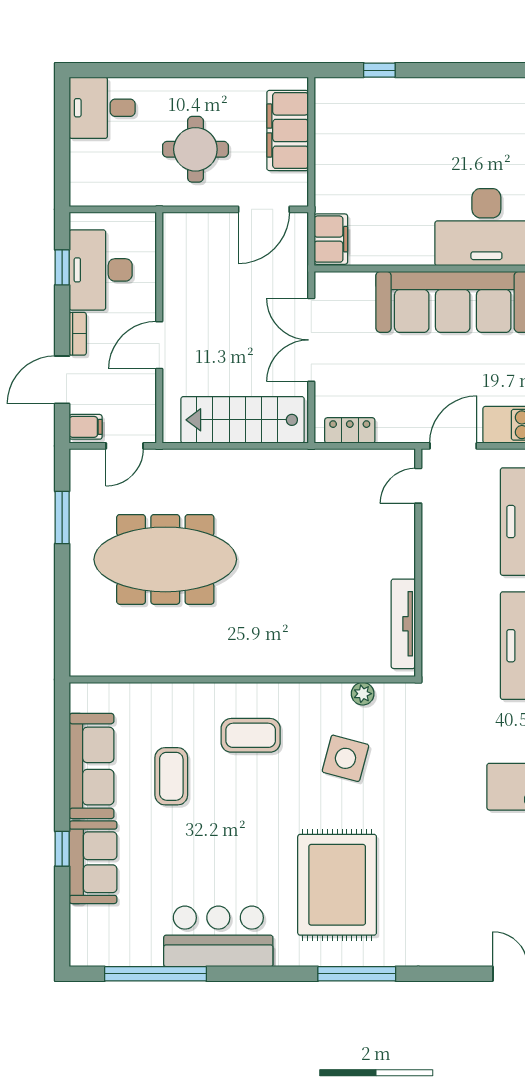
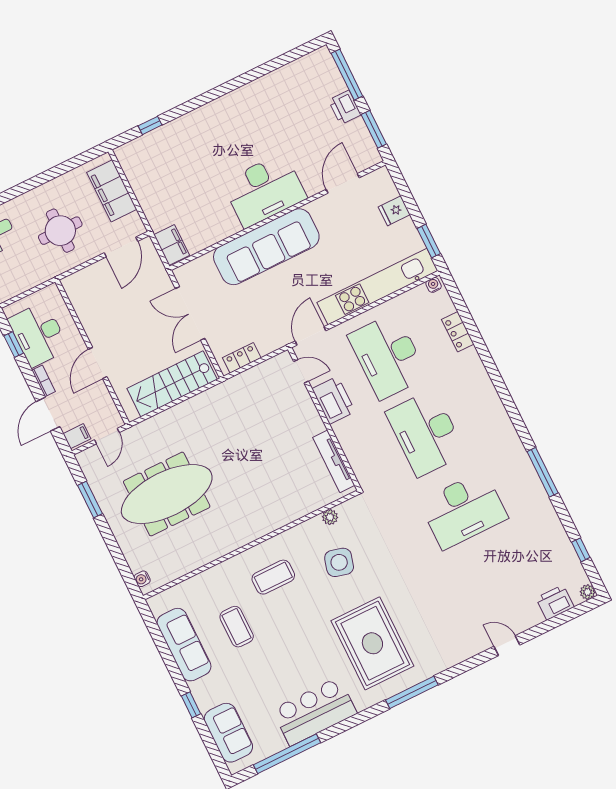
door: (418, 486) -> (301, 371), swing flipped
printer: (442, 544) -> (333, 400), added
water cooler: (79, 654) -> (142, 579), added
sofa: (93, 862) -> (228, 733), moved

